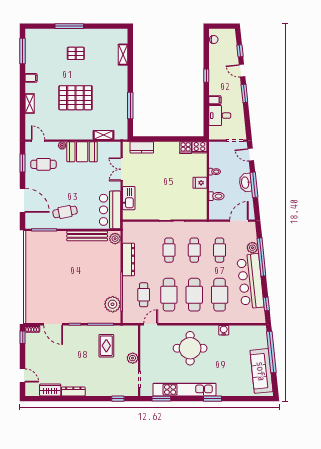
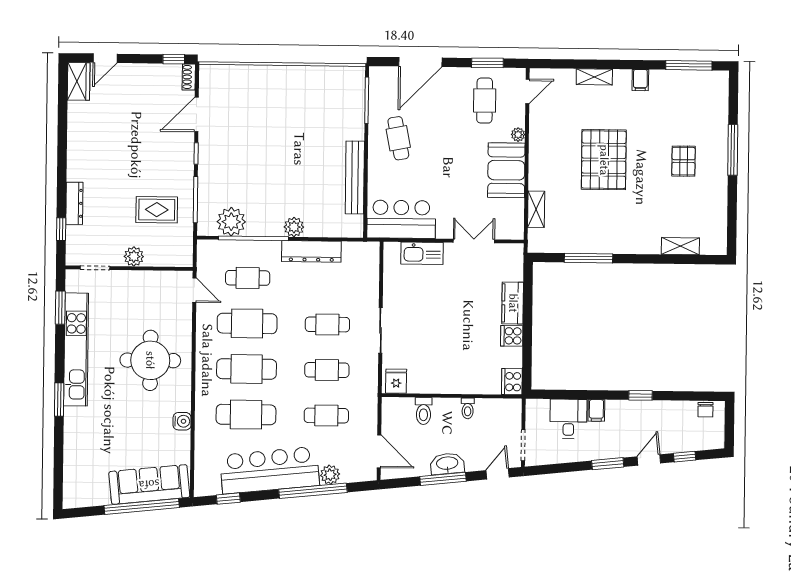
kitchen counter: (142, 147) -> (513, 303), moved
cooker: (186, 148) -> (512, 336), moved
fridge: (200, 183) -> (396, 381), moved
plant: (115, 239) -> (294, 227), moved
sofa: (261, 371) -> (149, 484), moved
wardrobe: (50, 390) -> (79, 81), moved
dresser: (73, 391) -> (74, 203), moved

